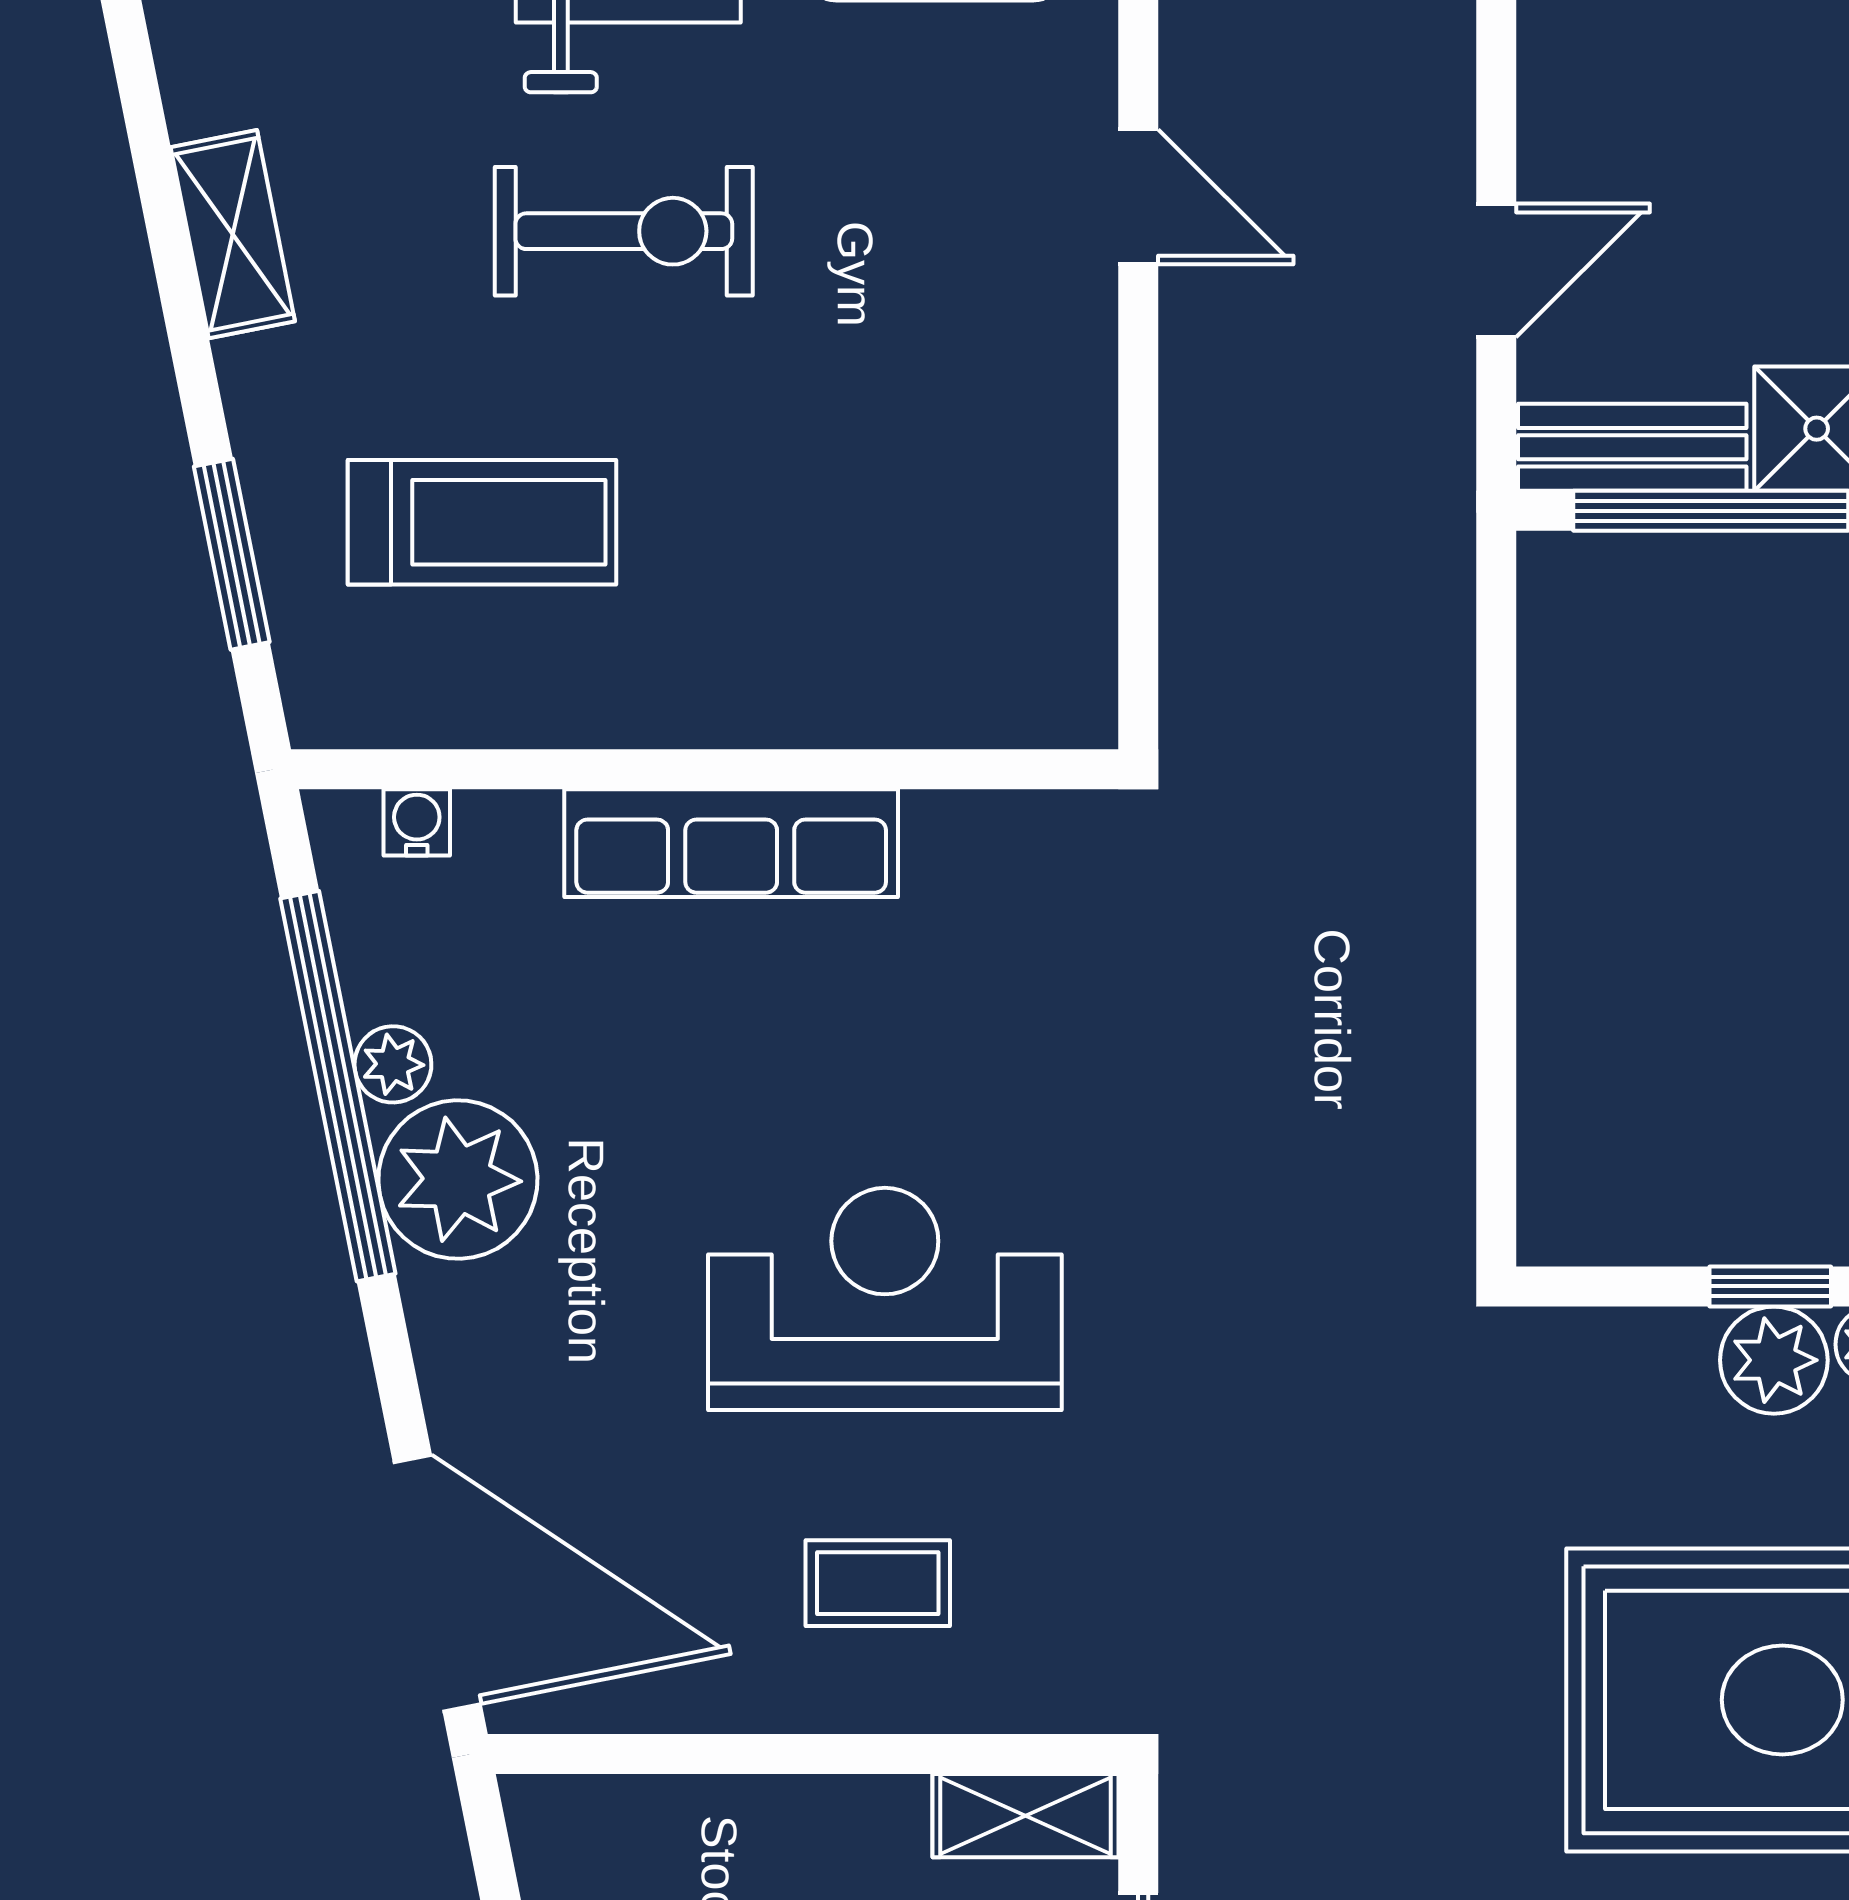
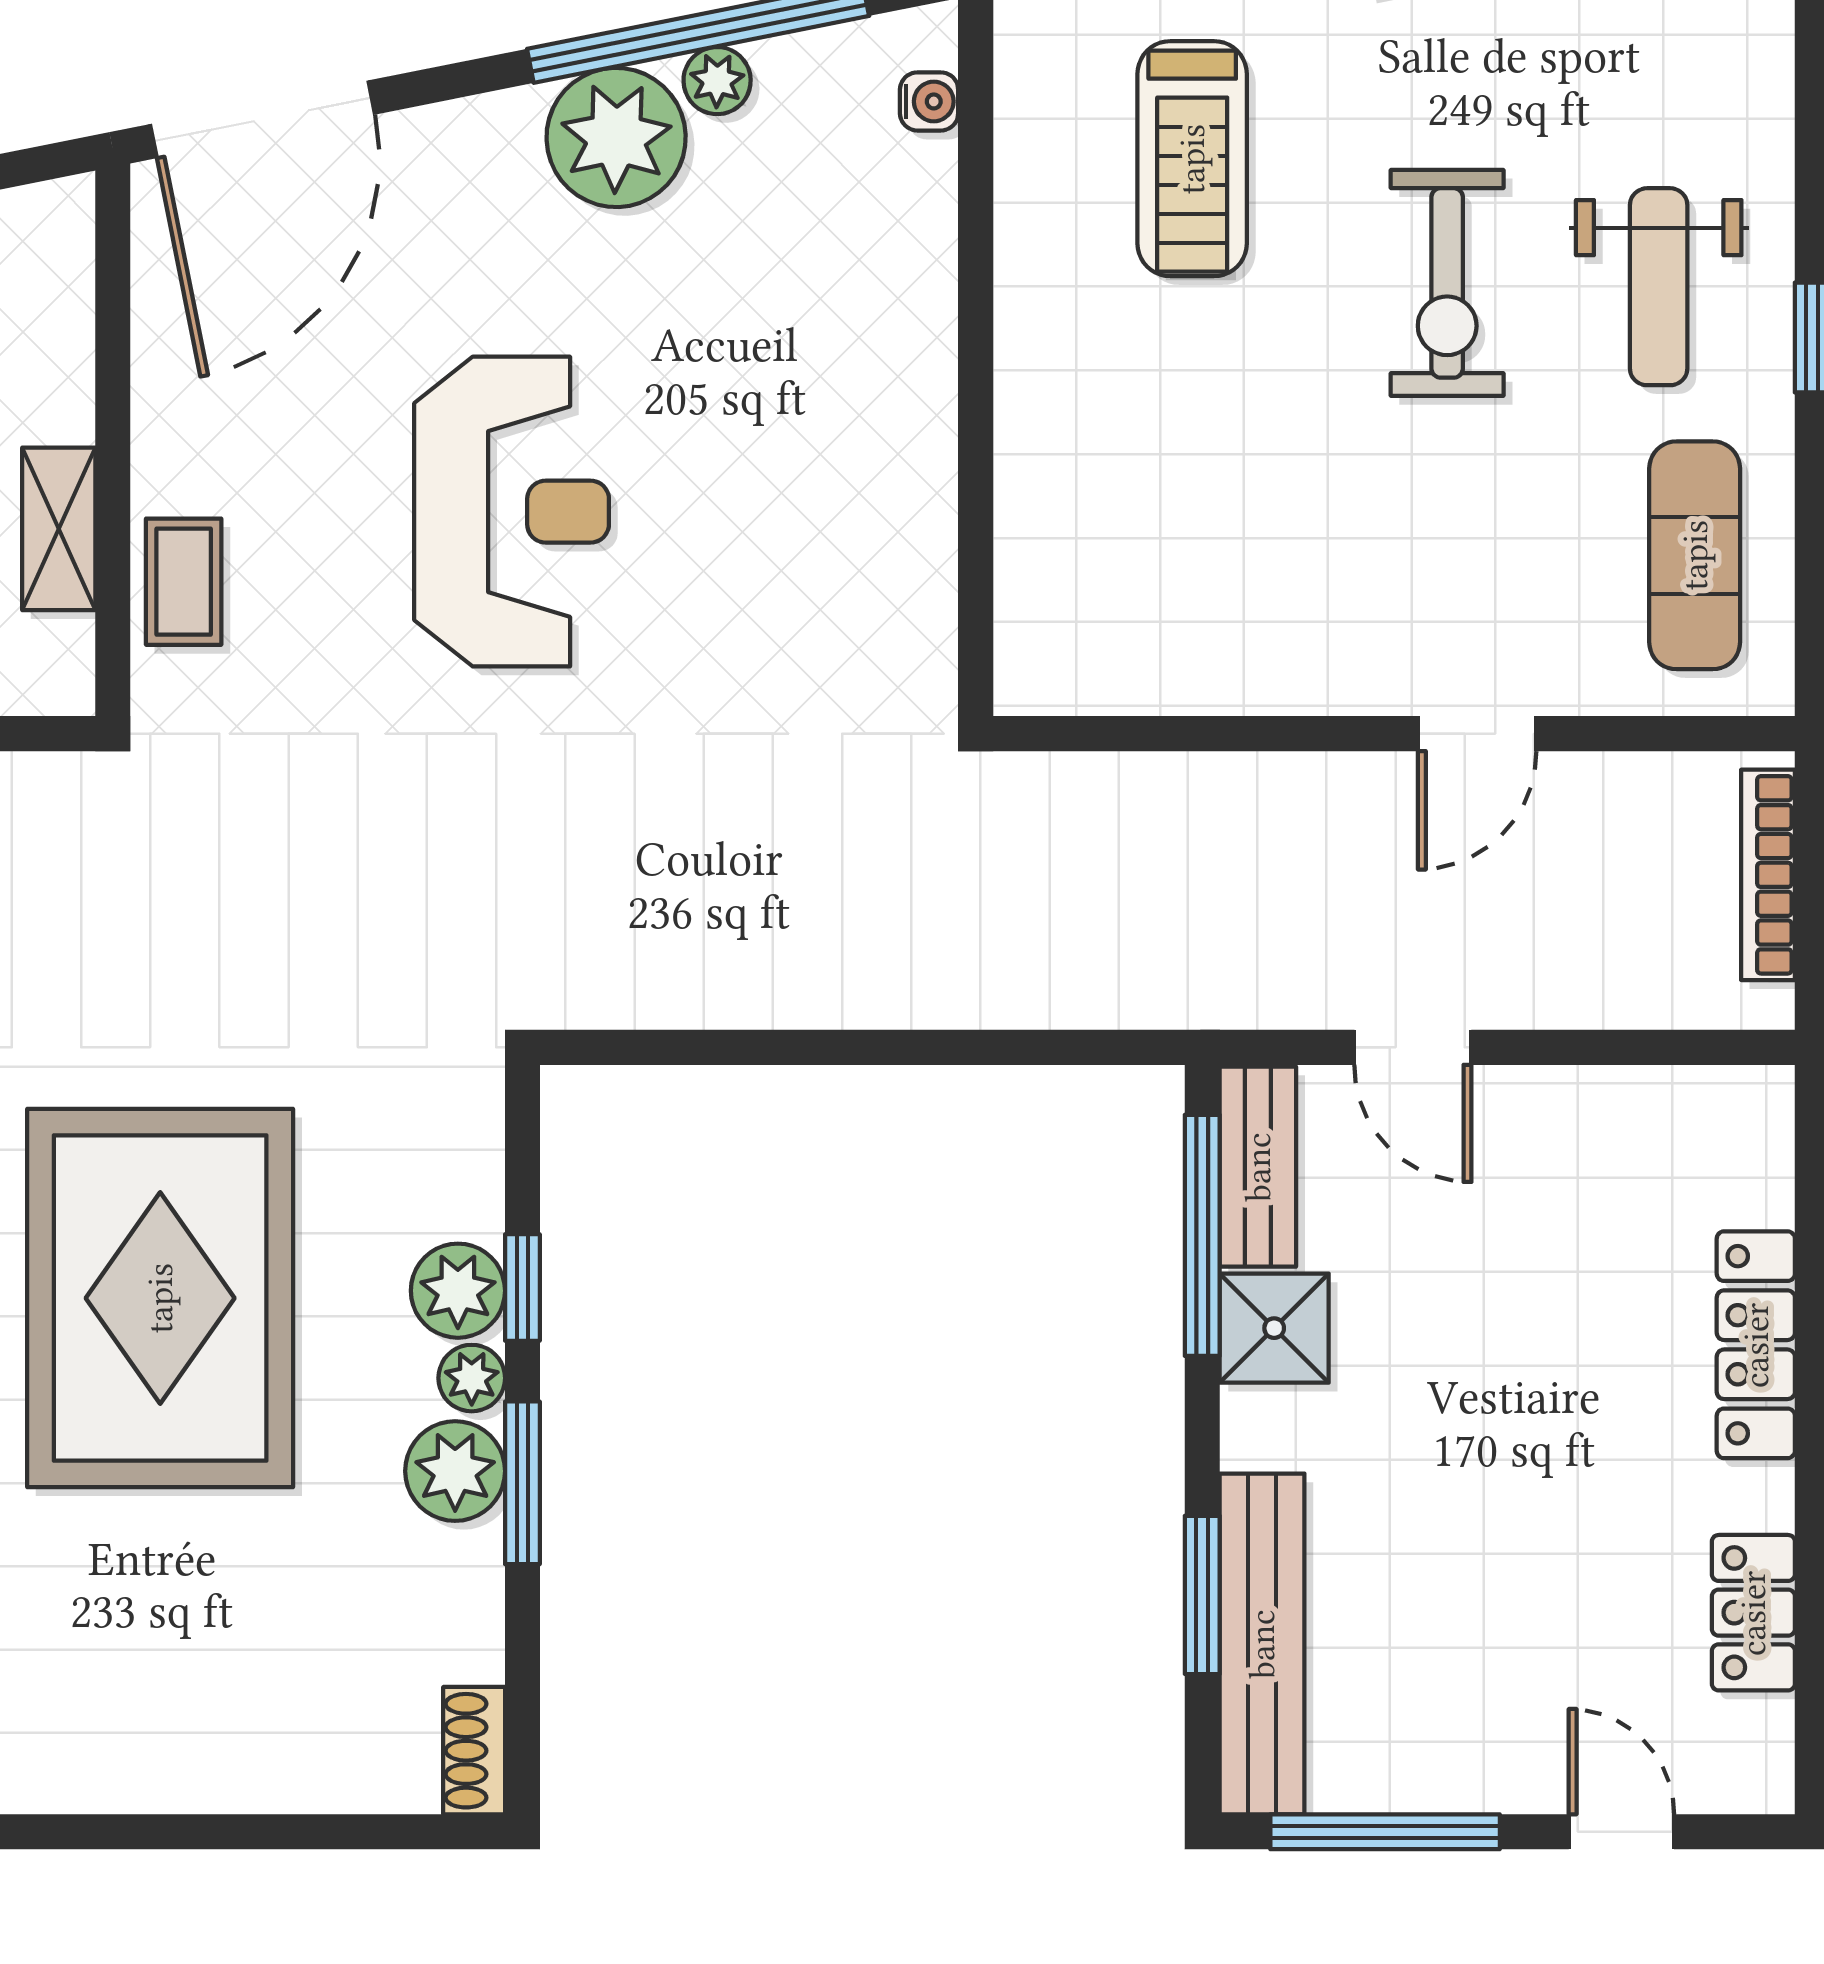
row of seats: (731, 843) -> (911, 377), removed
coffee table: (878, 1583) -> (184, 582), moved
shelving: (1026, 1816) -> (59, 529), moved

